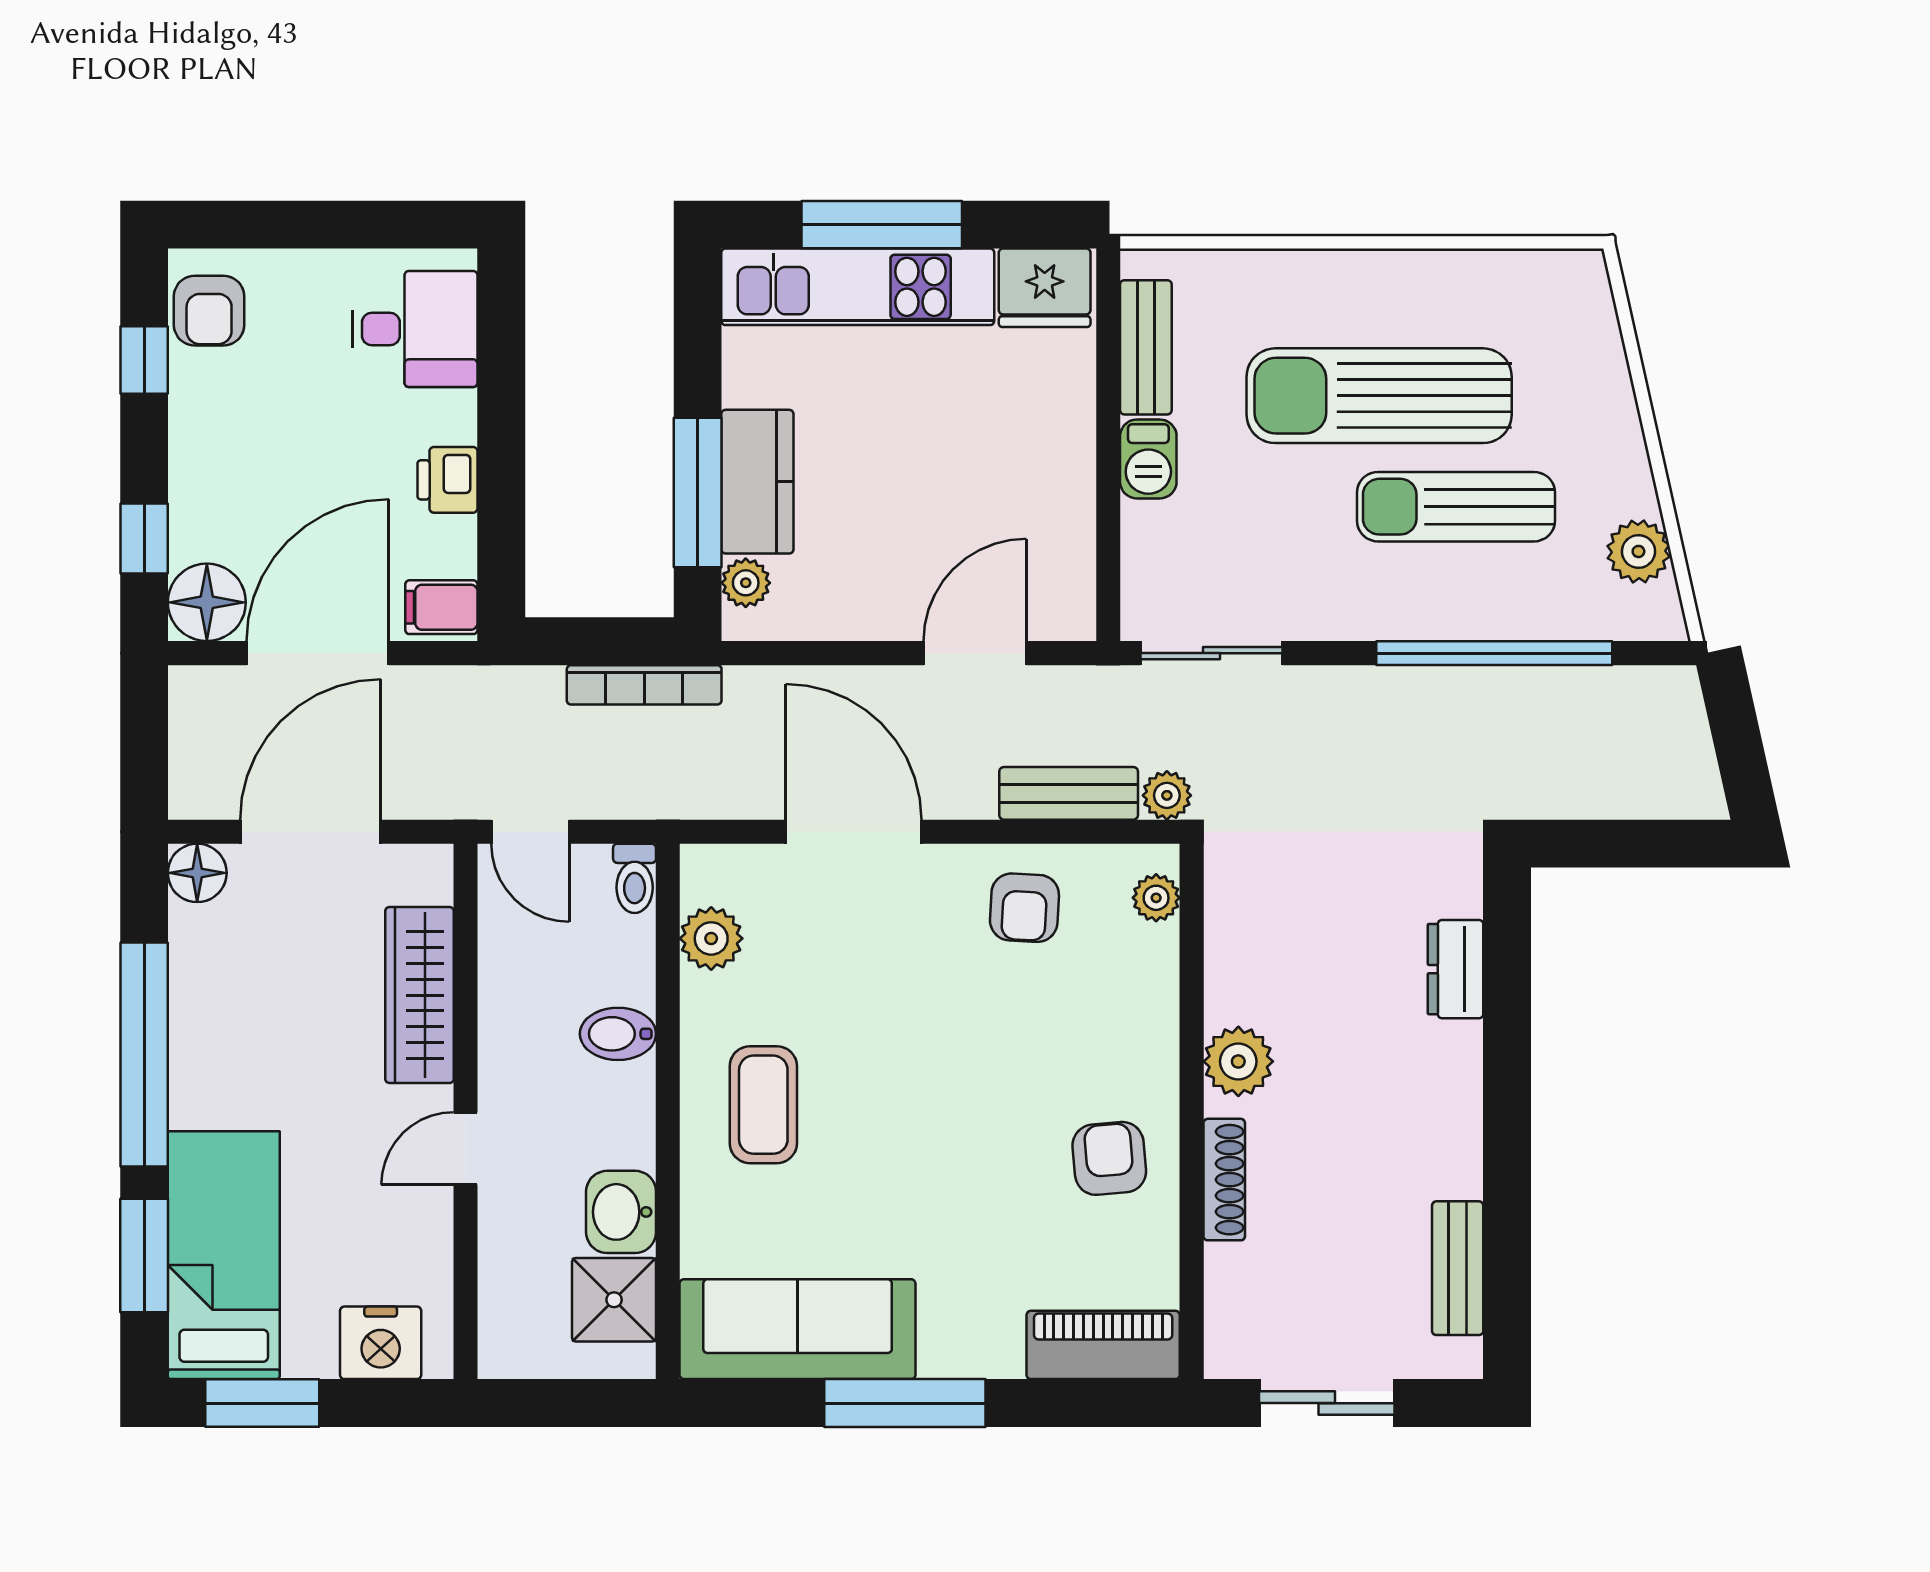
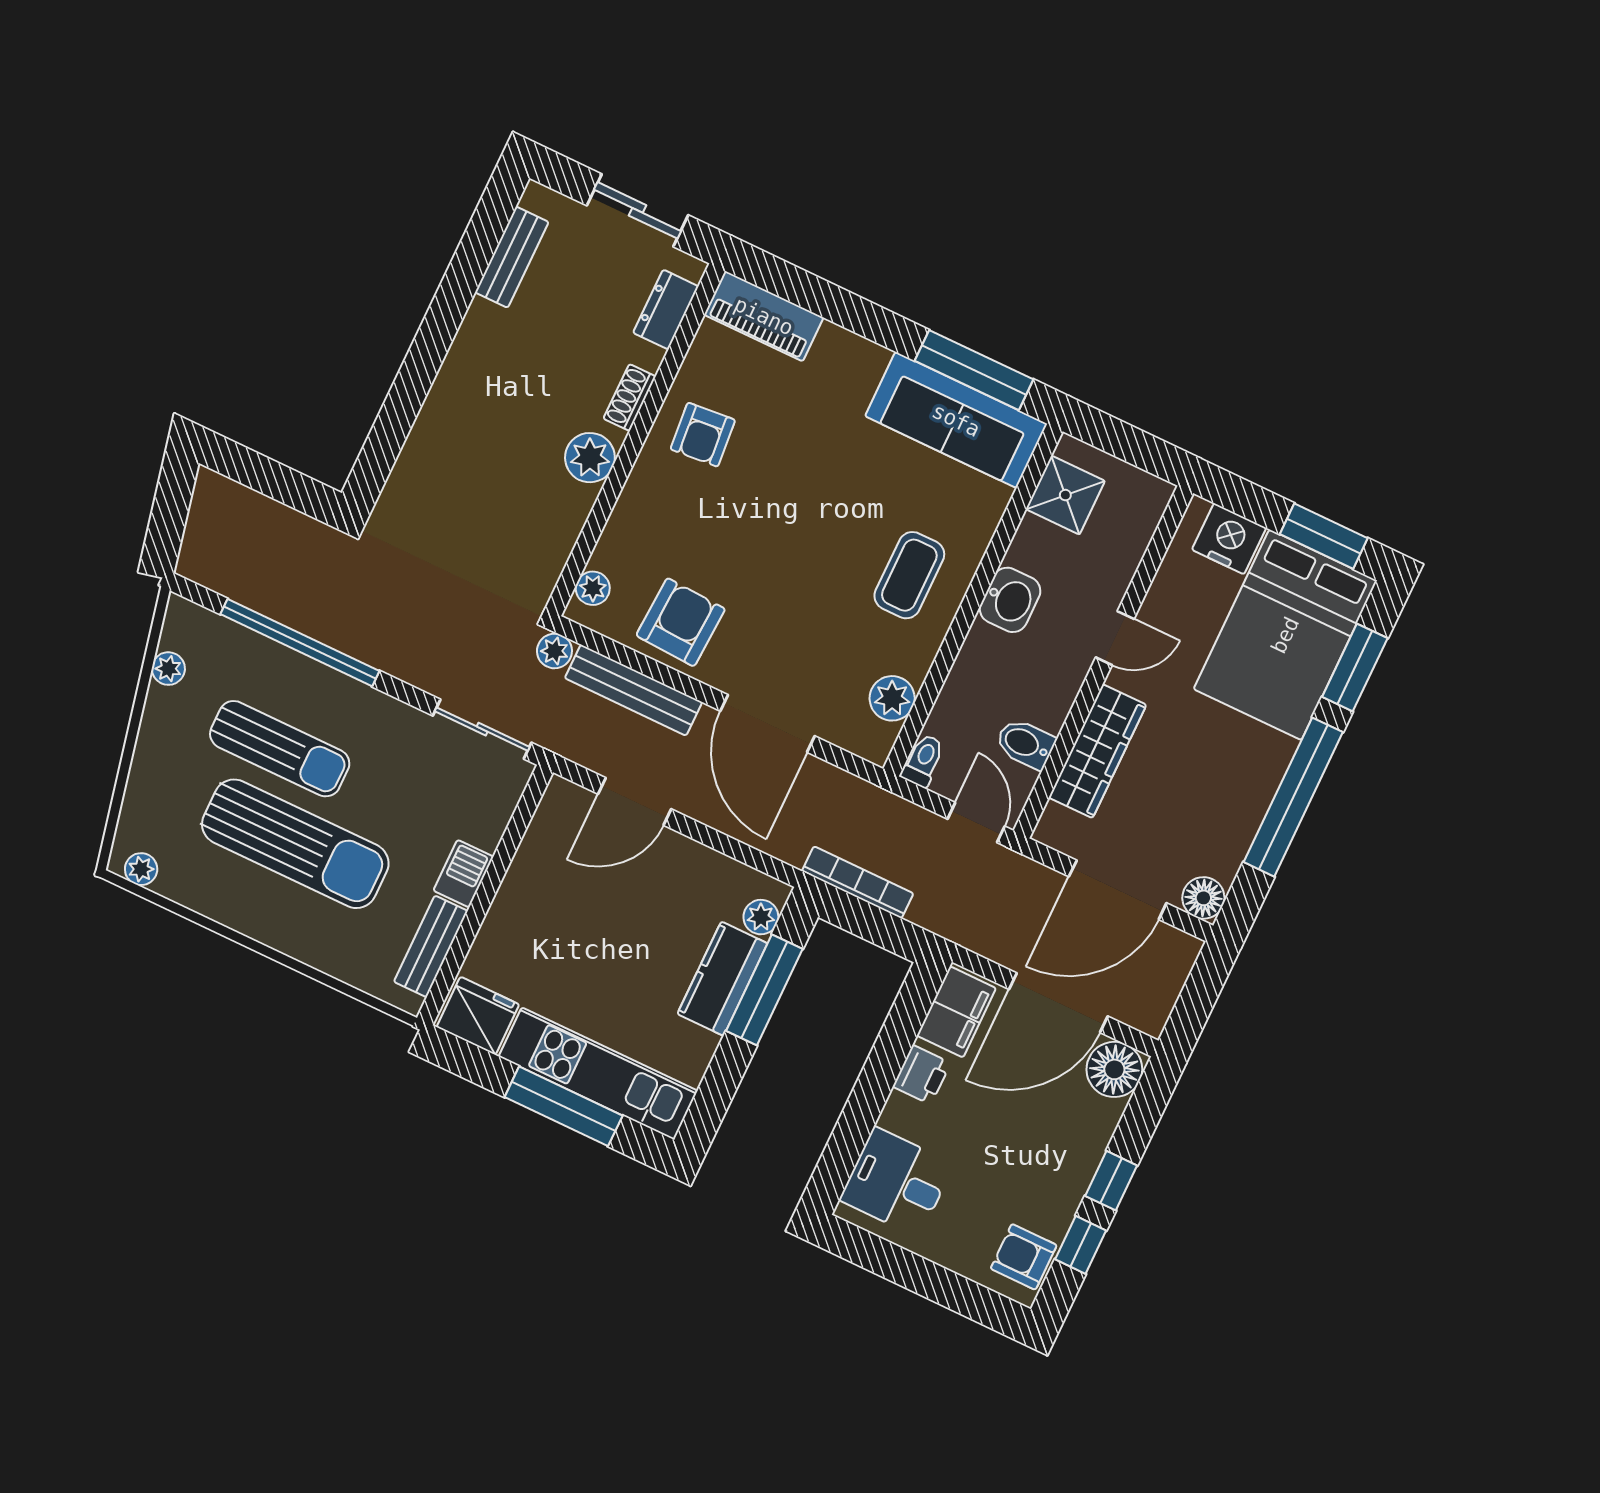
plant: (1559, 271) -> (141, 869), added
armchair: (209, 311) -> (1024, 1257), turned -90
window: (144, 539) -> (1111, 1181), moved
plant: (1638, 551) -> (168, 669), width x0.73, depth x0.73
filing cabinet: (441, 607) -> (956, 1012), width x2.00
bench: (1069, 793) -> (633, 690), width x1.36
armchair: (1024, 908) -> (681, 622), width x1.38, depth x1.38
dresser: (1456, 969) -> (666, 310), moved, turned 180
bidet: (618, 1034) -> (1025, 744), moved, turned 180
shoe rack: (1224, 1180) -> (630, 398), width x0.70
washbasin: (621, 1212) -> (1010, 600), moved
bed: (224, 1255) -> (1285, 635), width x1.50
window: (905, 1403) -> (974, 370), moved

